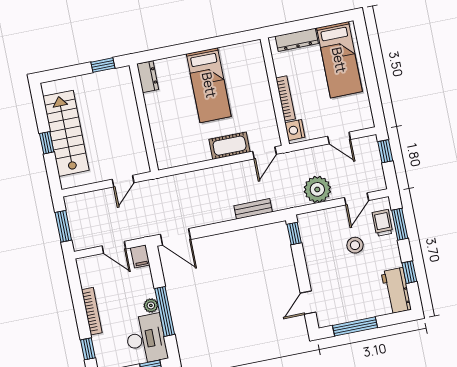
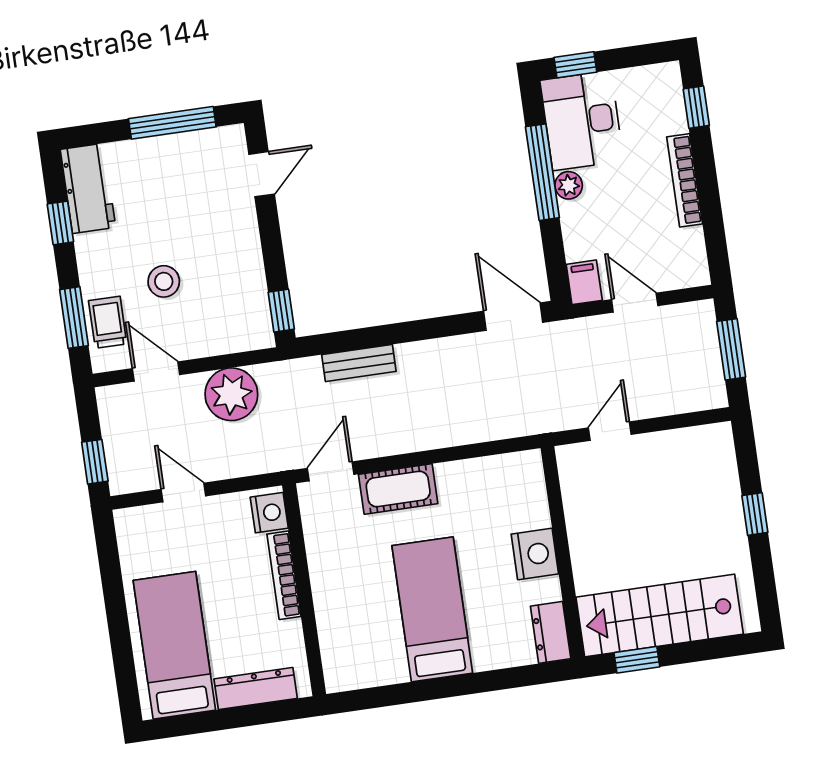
nightstand: (158, 116) -> (535, 554), added
stairs: (66, 133) -> (660, 616), moved, turned 90
door: (356, 199) -> (156, 372), hinge flipped
trolley: (382, 223) -> (108, 322), turned 180

